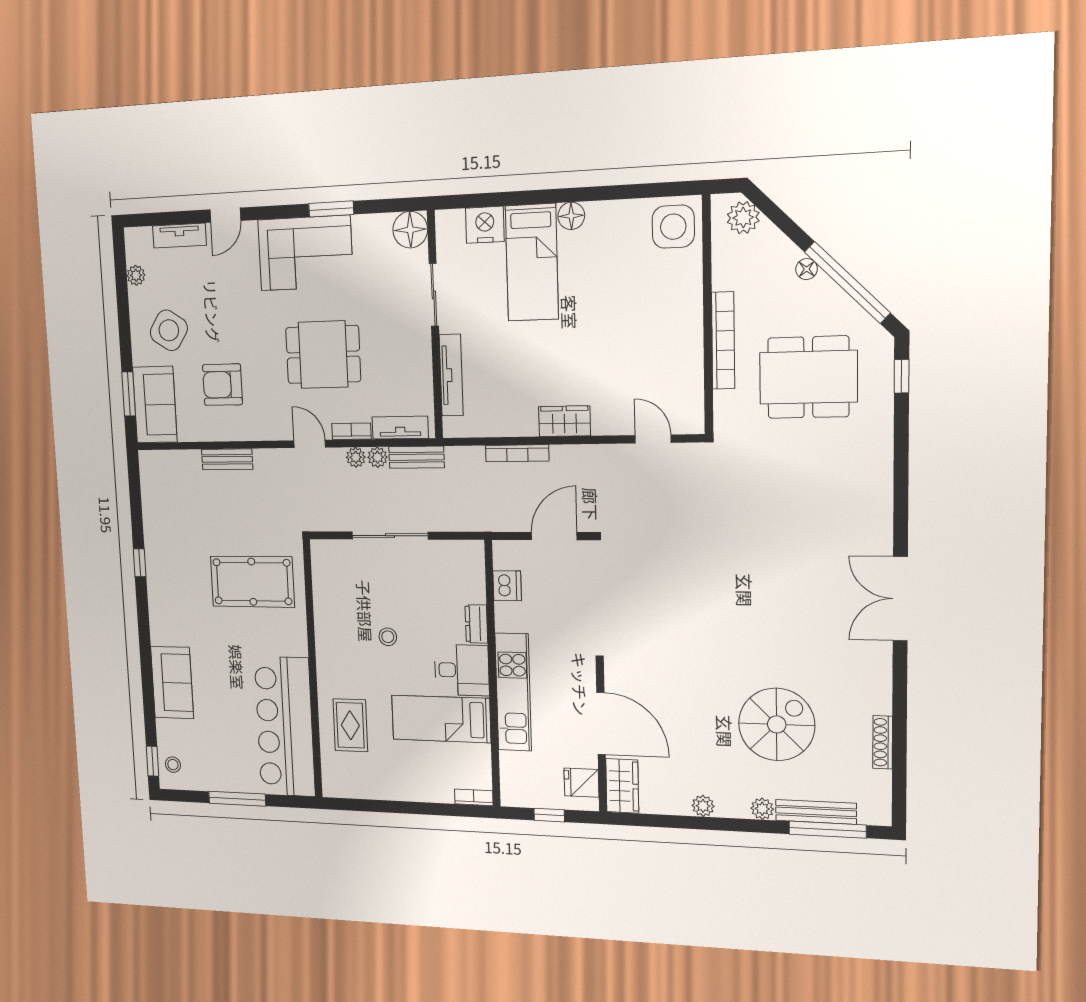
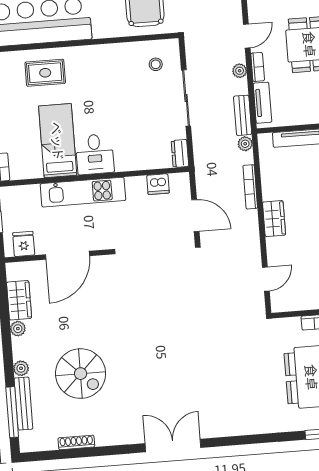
plant: (377, 457) -> (245, 144), moved
dresser: (476, 624) -> (180, 153), moved, turned -90
stool: (388, 637) -> (156, 64), moved
wardrobe: (622, 786) -> (19, 300), moved, turned -90

